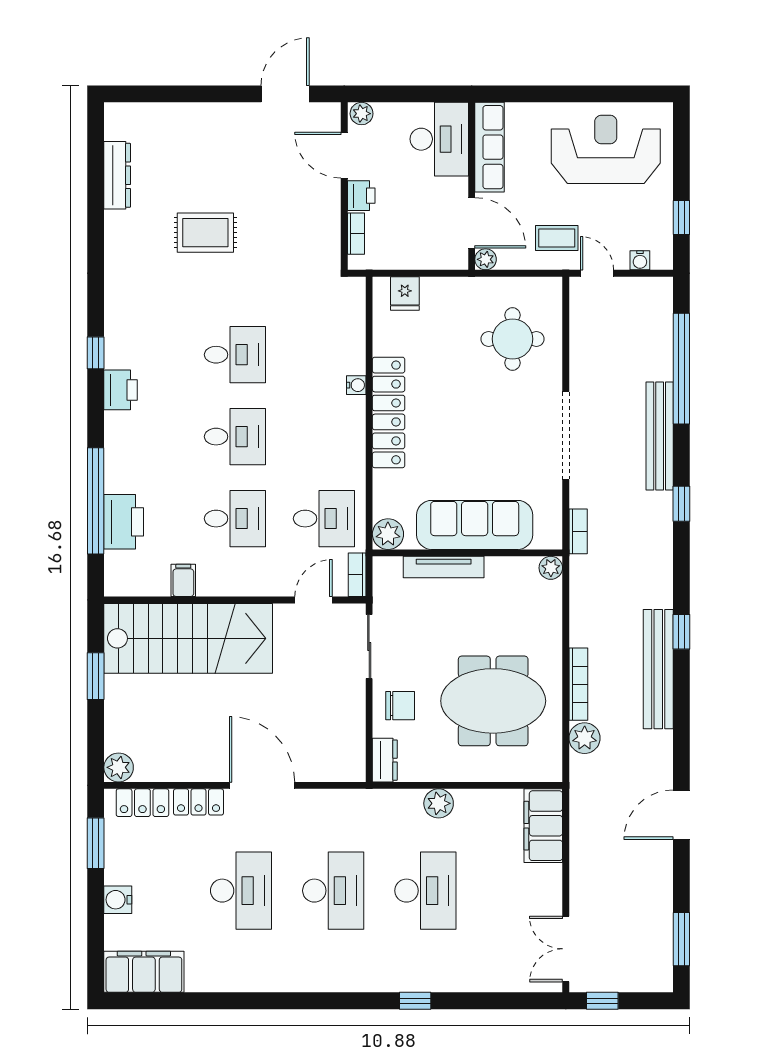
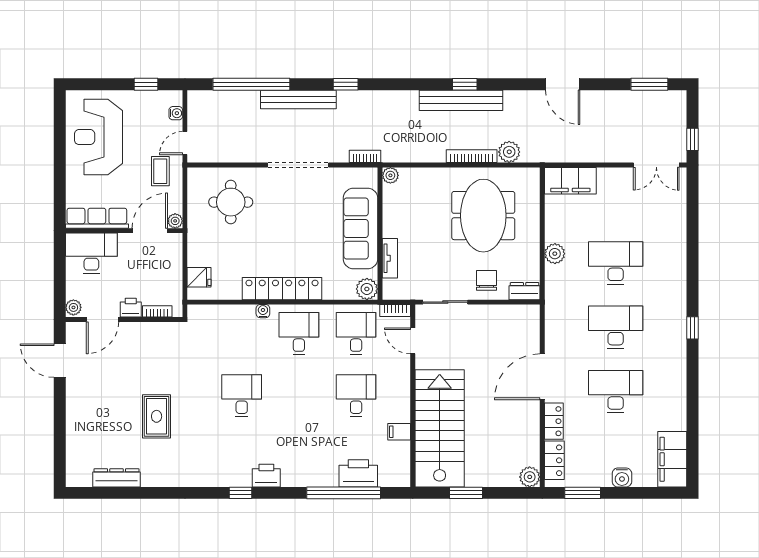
desk: (235, 437) -> (299, 334), moved
tv unit: (444, 567) -> (390, 258), width x0.71
window: (681, 632) -> (465, 84), moved
window: (415, 1001) -> (692, 328), moved

